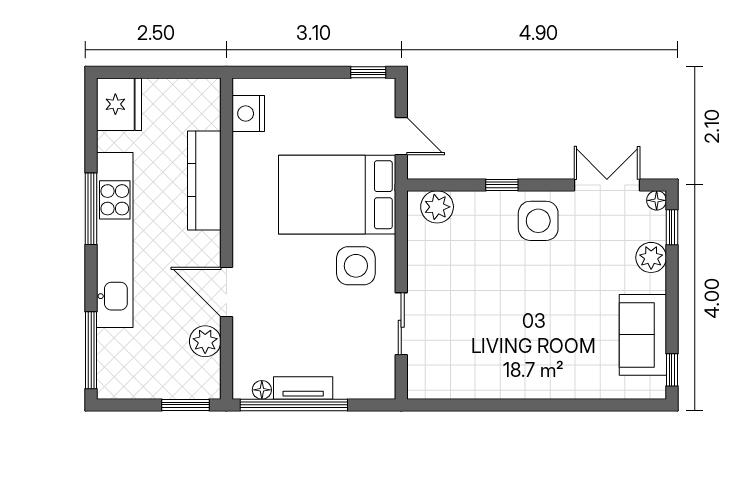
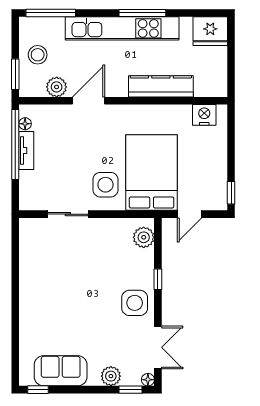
stool: (155, 371) -> (38, 55), added

